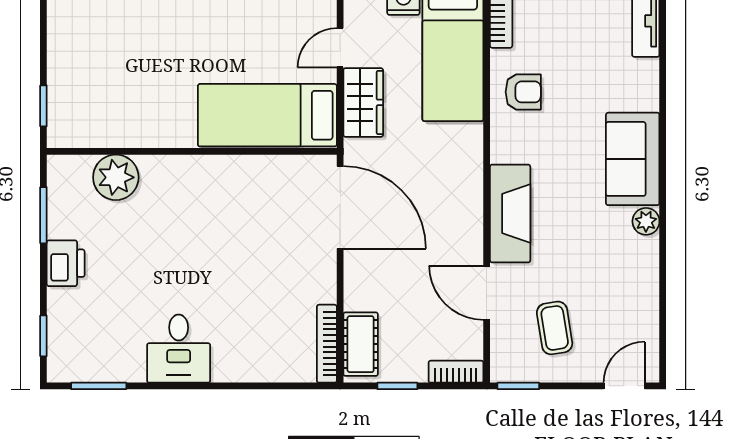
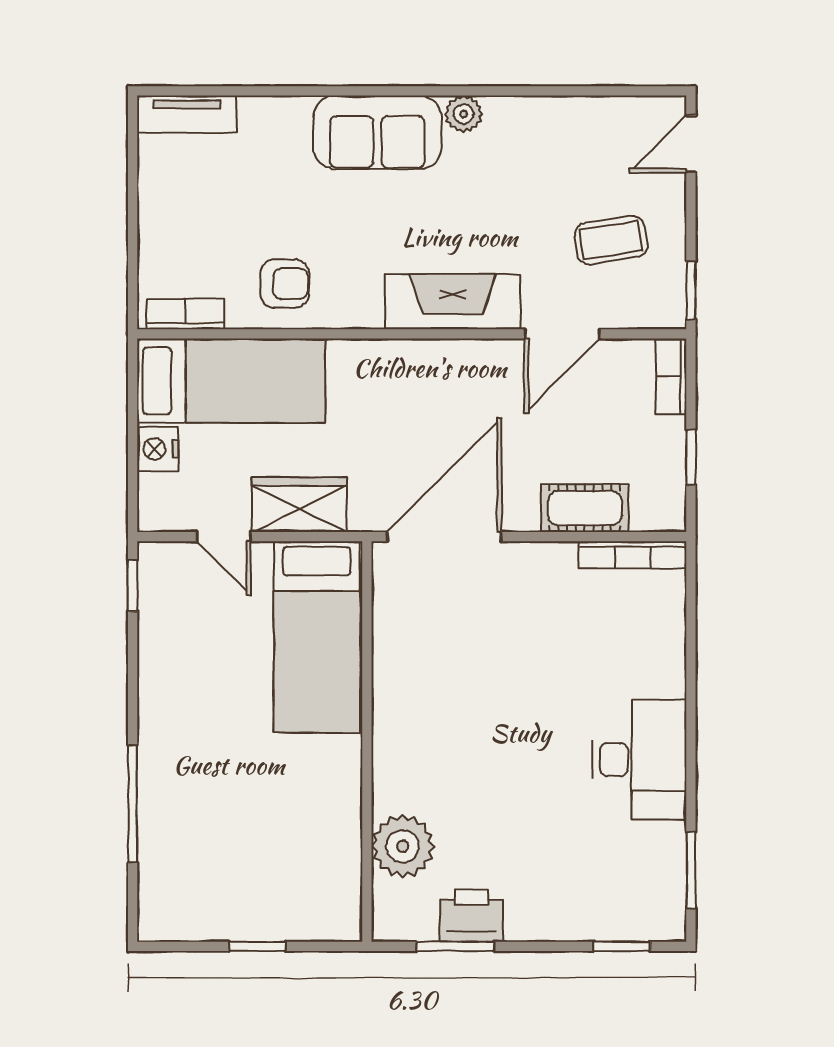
armchair: (523, 92) -> (285, 284), turned 90
window: (43, 106) -> (257, 946), moved
printer: (66, 263) -> (472, 916), moved
cot: (361, 344) -> (585, 508), moved
desk: (179, 349) -> (639, 760), width x1.37
door: (624, 386) -> (691, 144), hinge flipped

